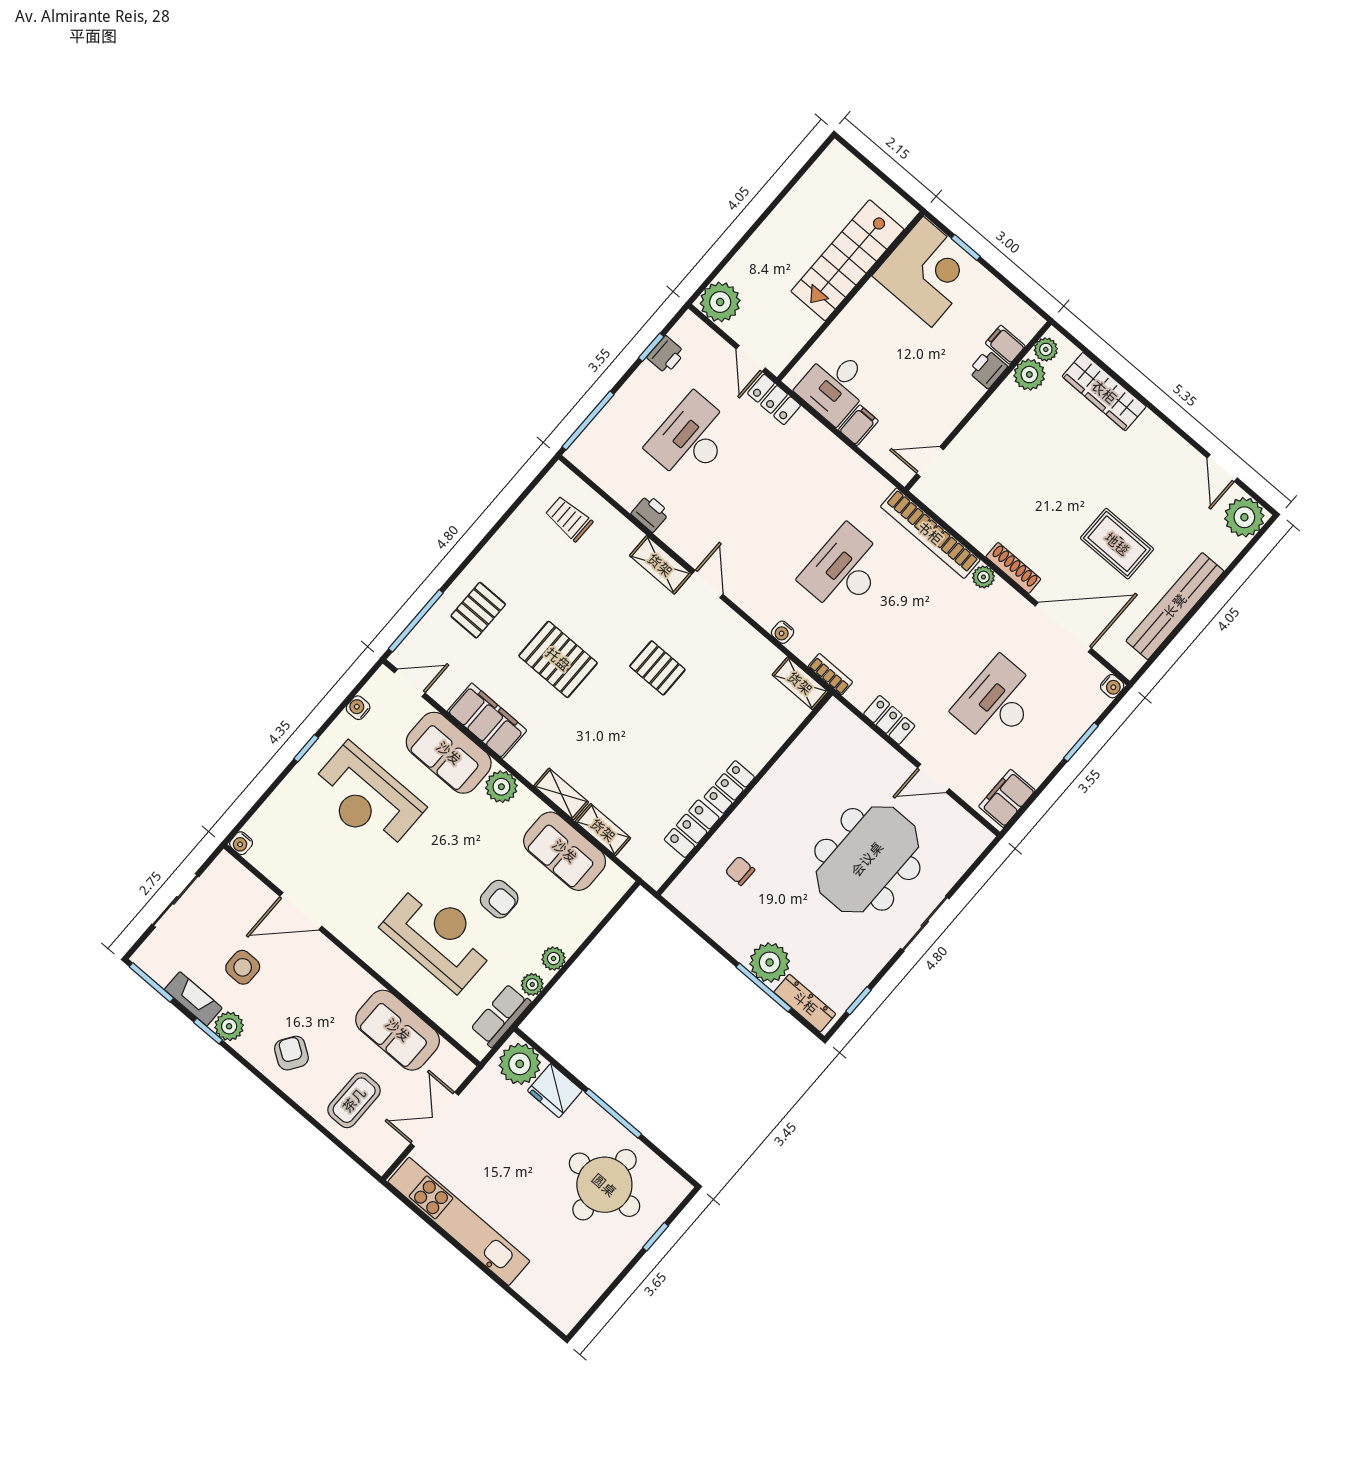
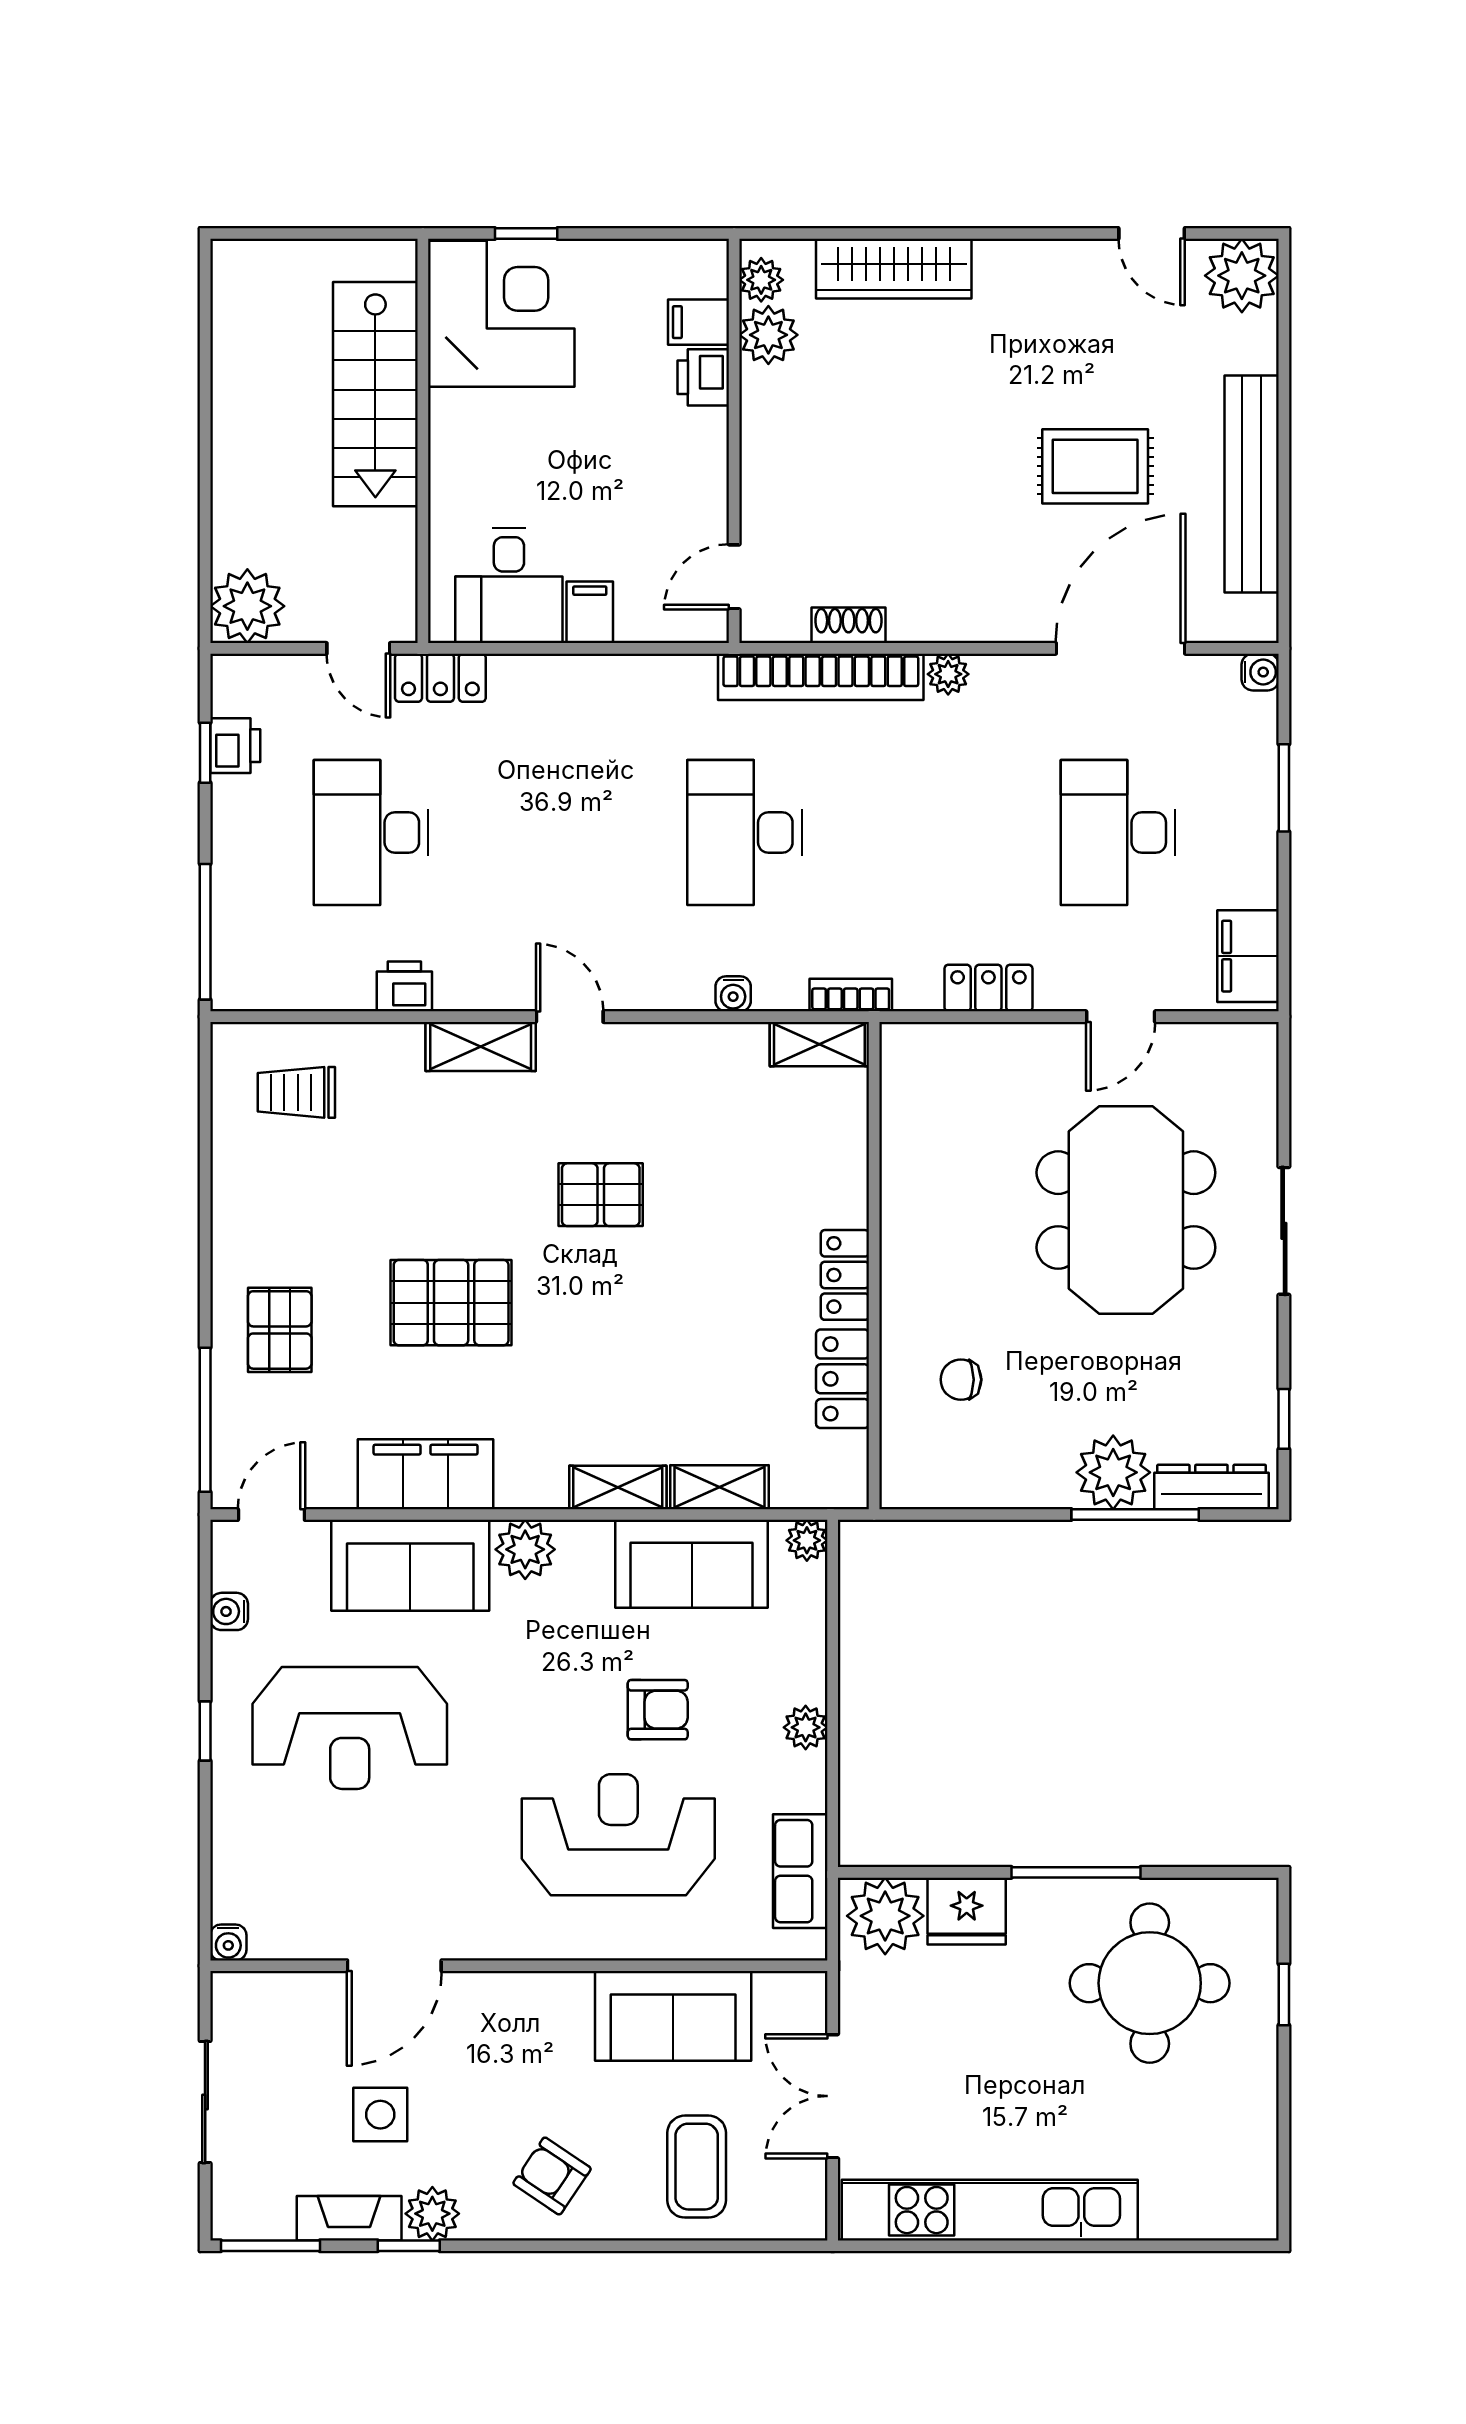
shoe rack: (1013, 568) -> (848, 625), moved, width x0.70
plant: (532, 984) -> (807, 1540), moved

